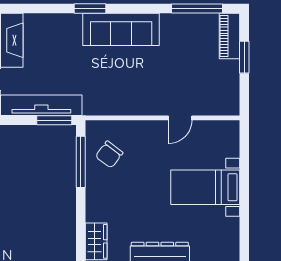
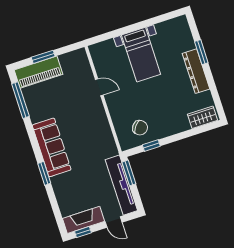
piano: (229, 36) -> (39, 72), width x1.37, depth x1.33
window: (81, 162) -> (151, 145), width x0.46

